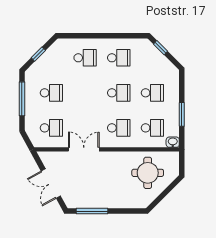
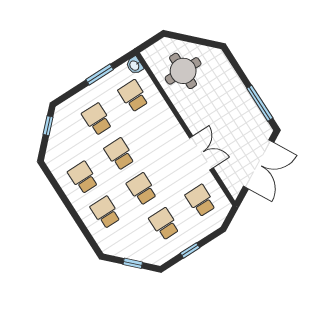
window: (160, 48) -> (48, 126), moved
window: (22, 99) -> (190, 250), width x0.46
school desk: (119, 128) -> (142, 189), moved
double door: (84, 149) -> (201, 153), swing flipped
double door: (51, 183) -> (259, 164), width x1.37

